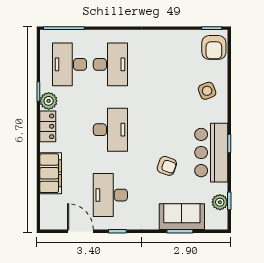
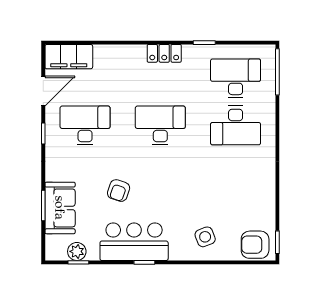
plant: (49, 101) -> (193, 54), removed
desk: (110, 130) -> (160, 125), turned 180
filing cabinet: (51, 173) -> (69, 57), moved

